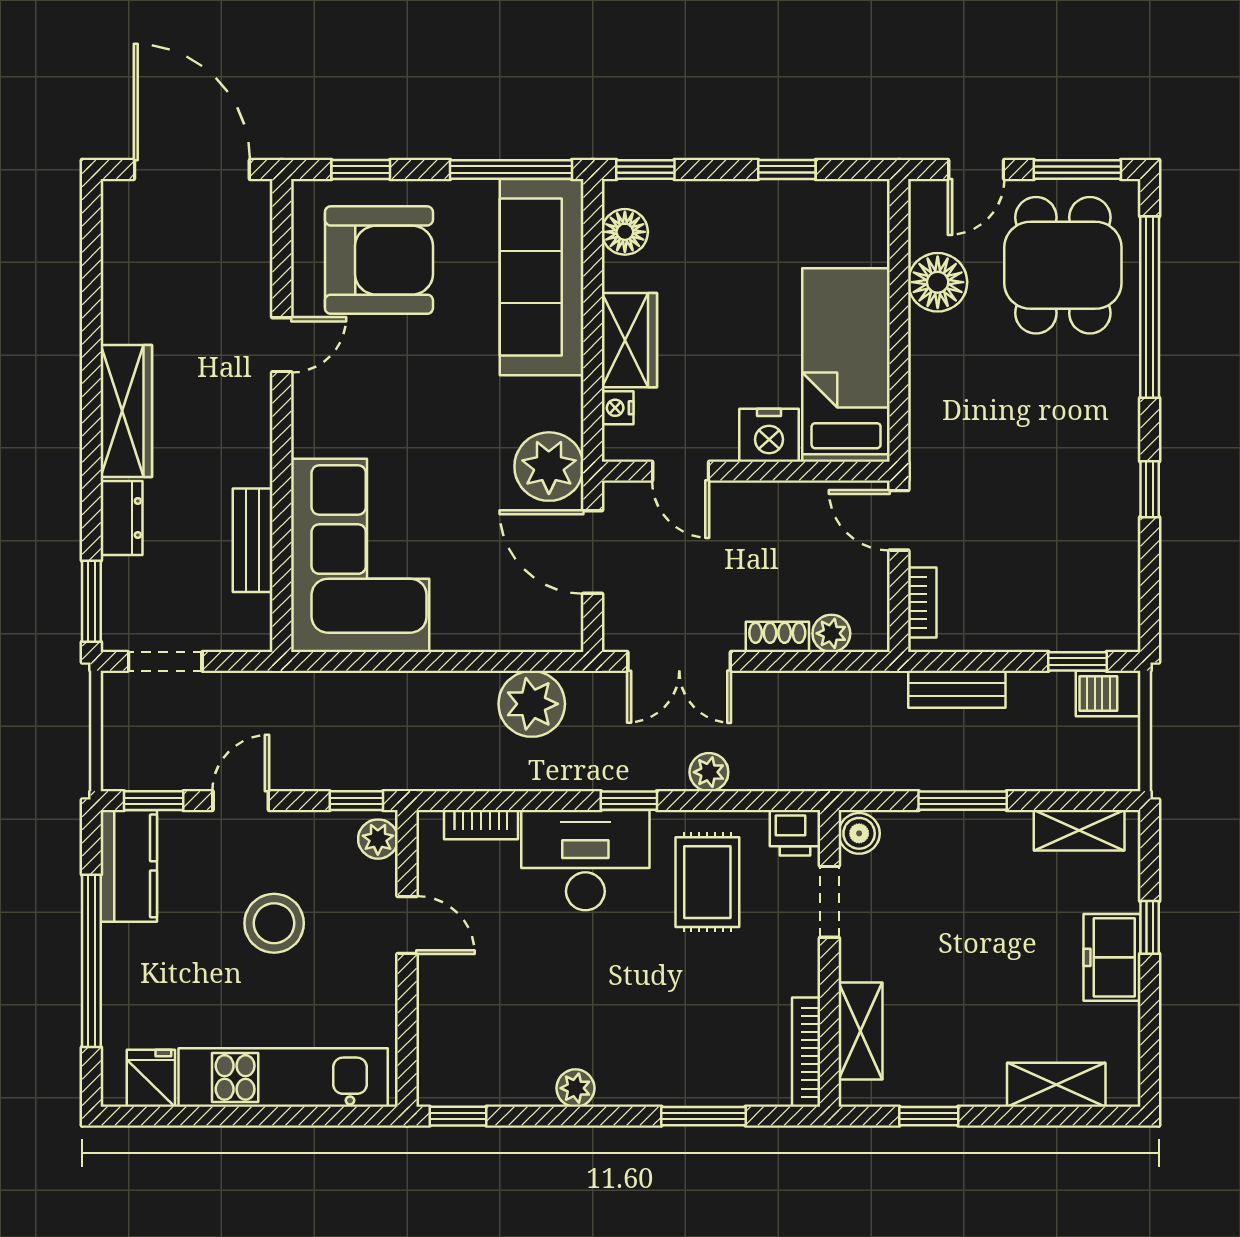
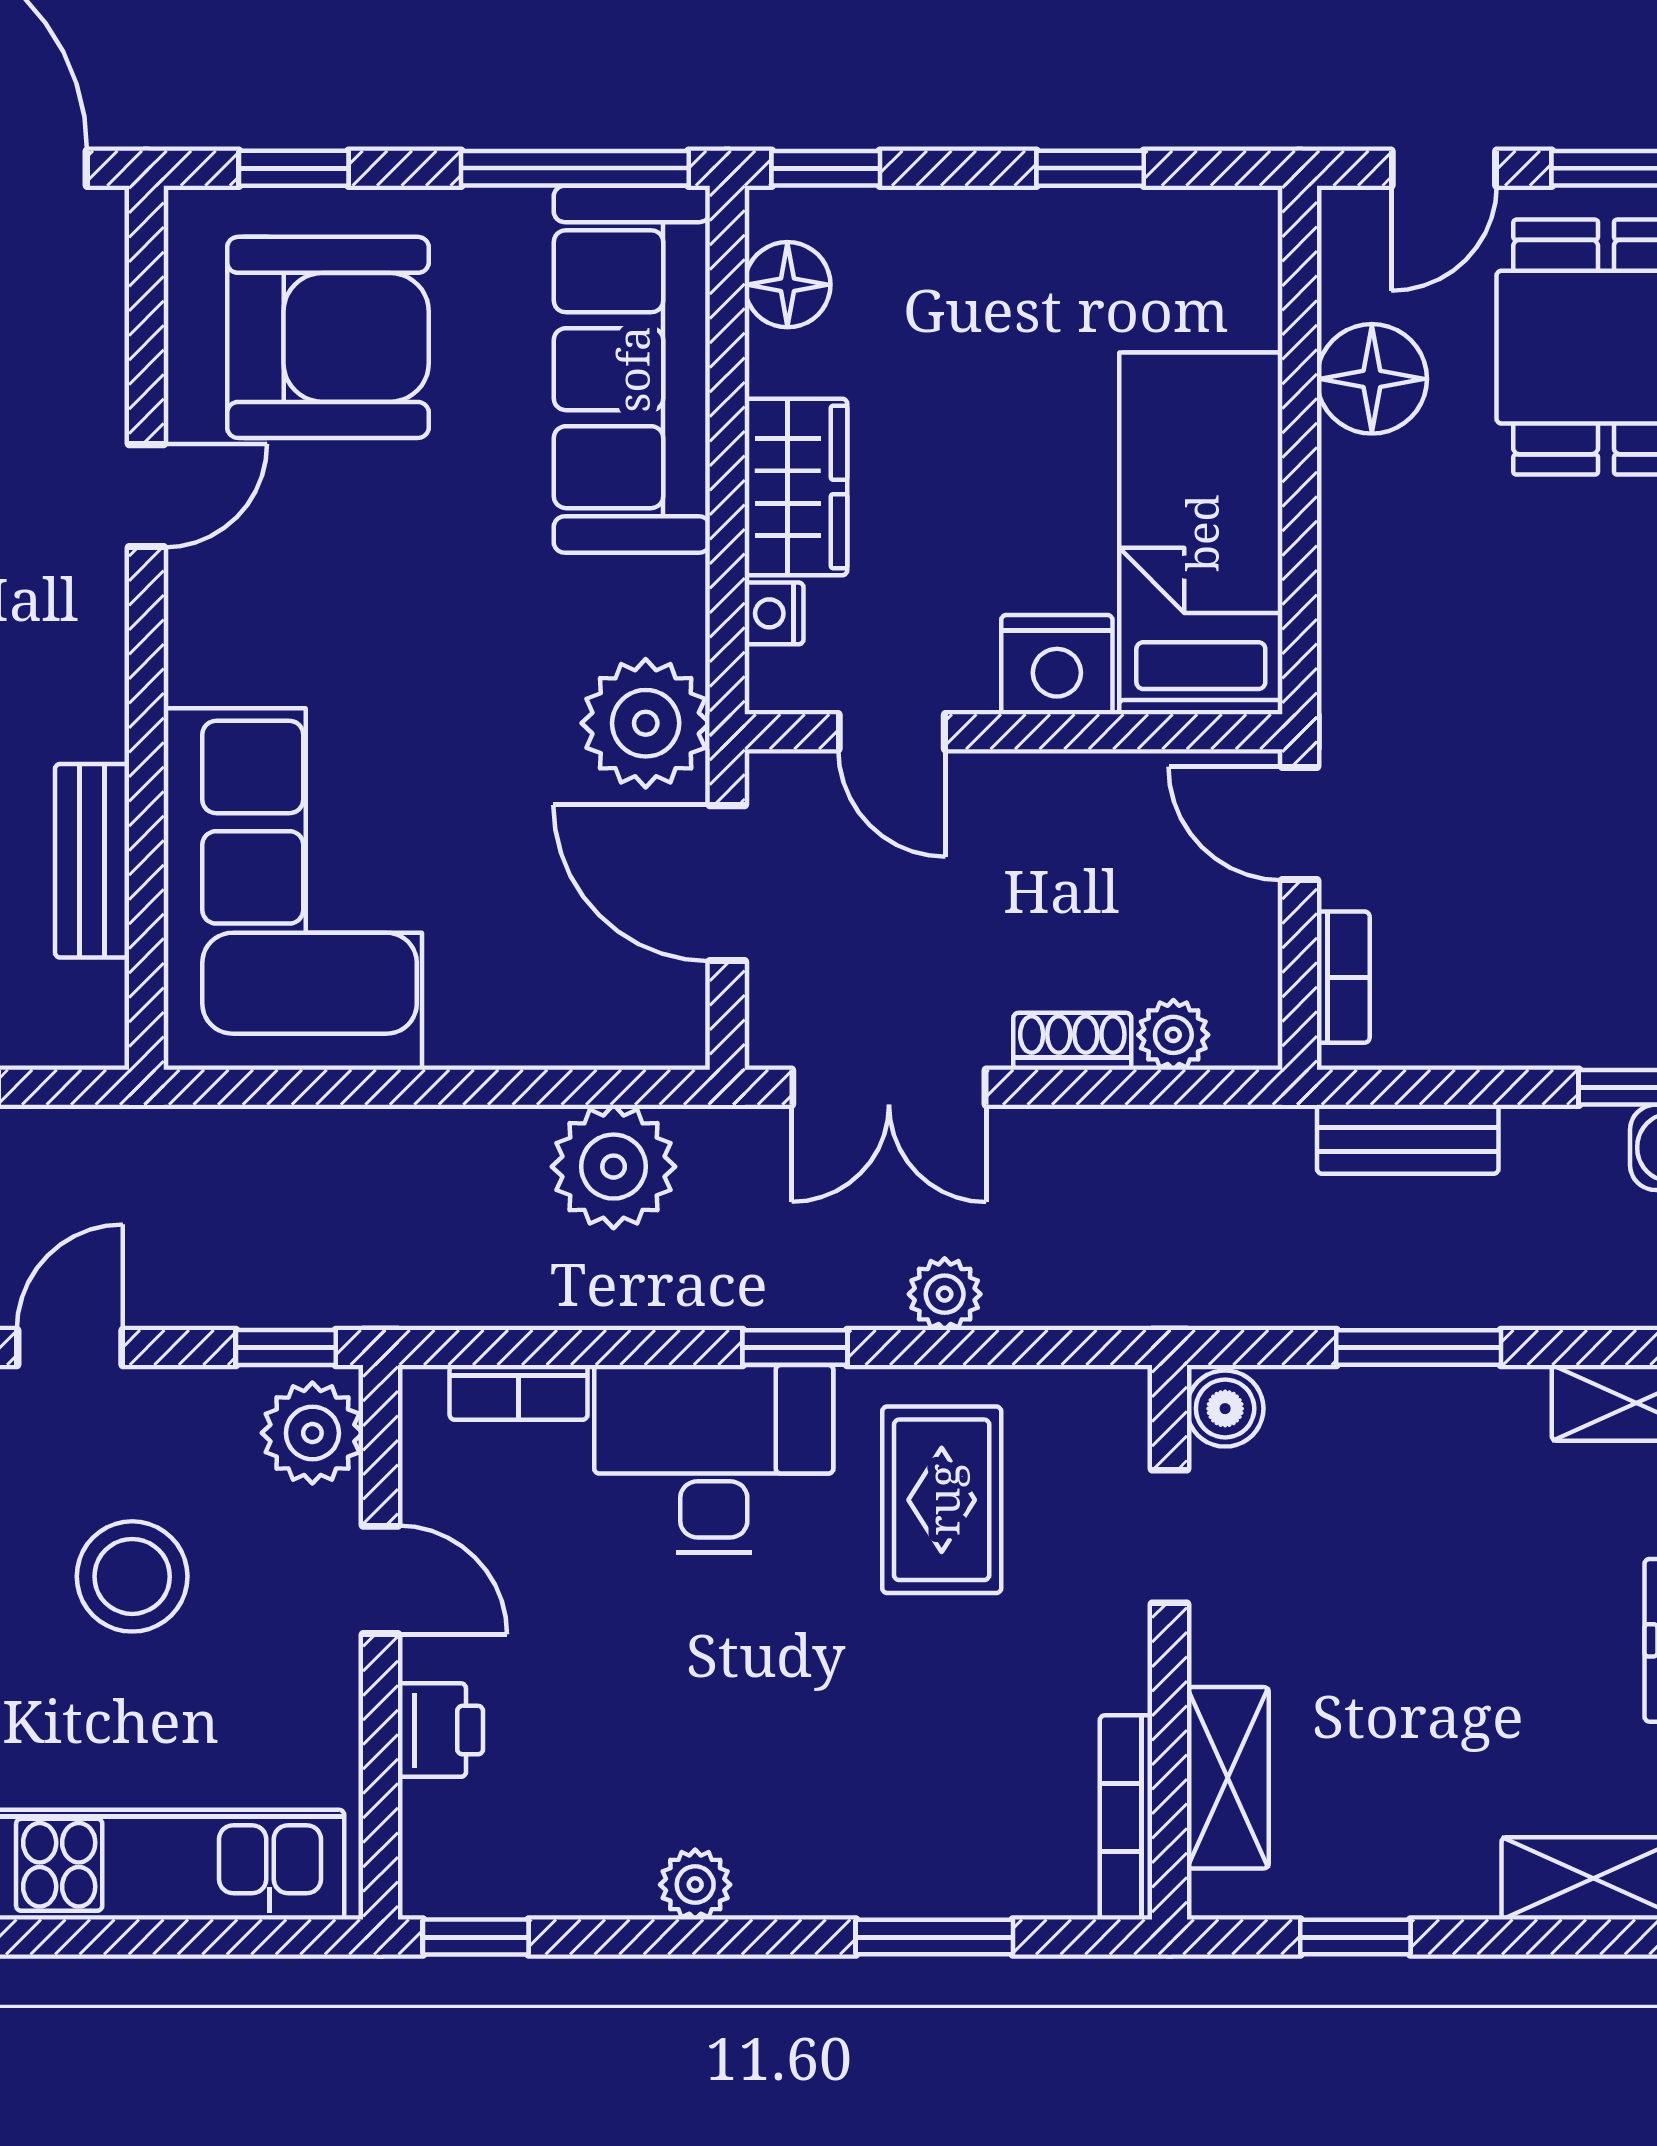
printer: (795, 833) -> (440, 1730), moved, turned -90
plant: (378, 839) -> (312, 1433), width x1.38, depth x1.38

